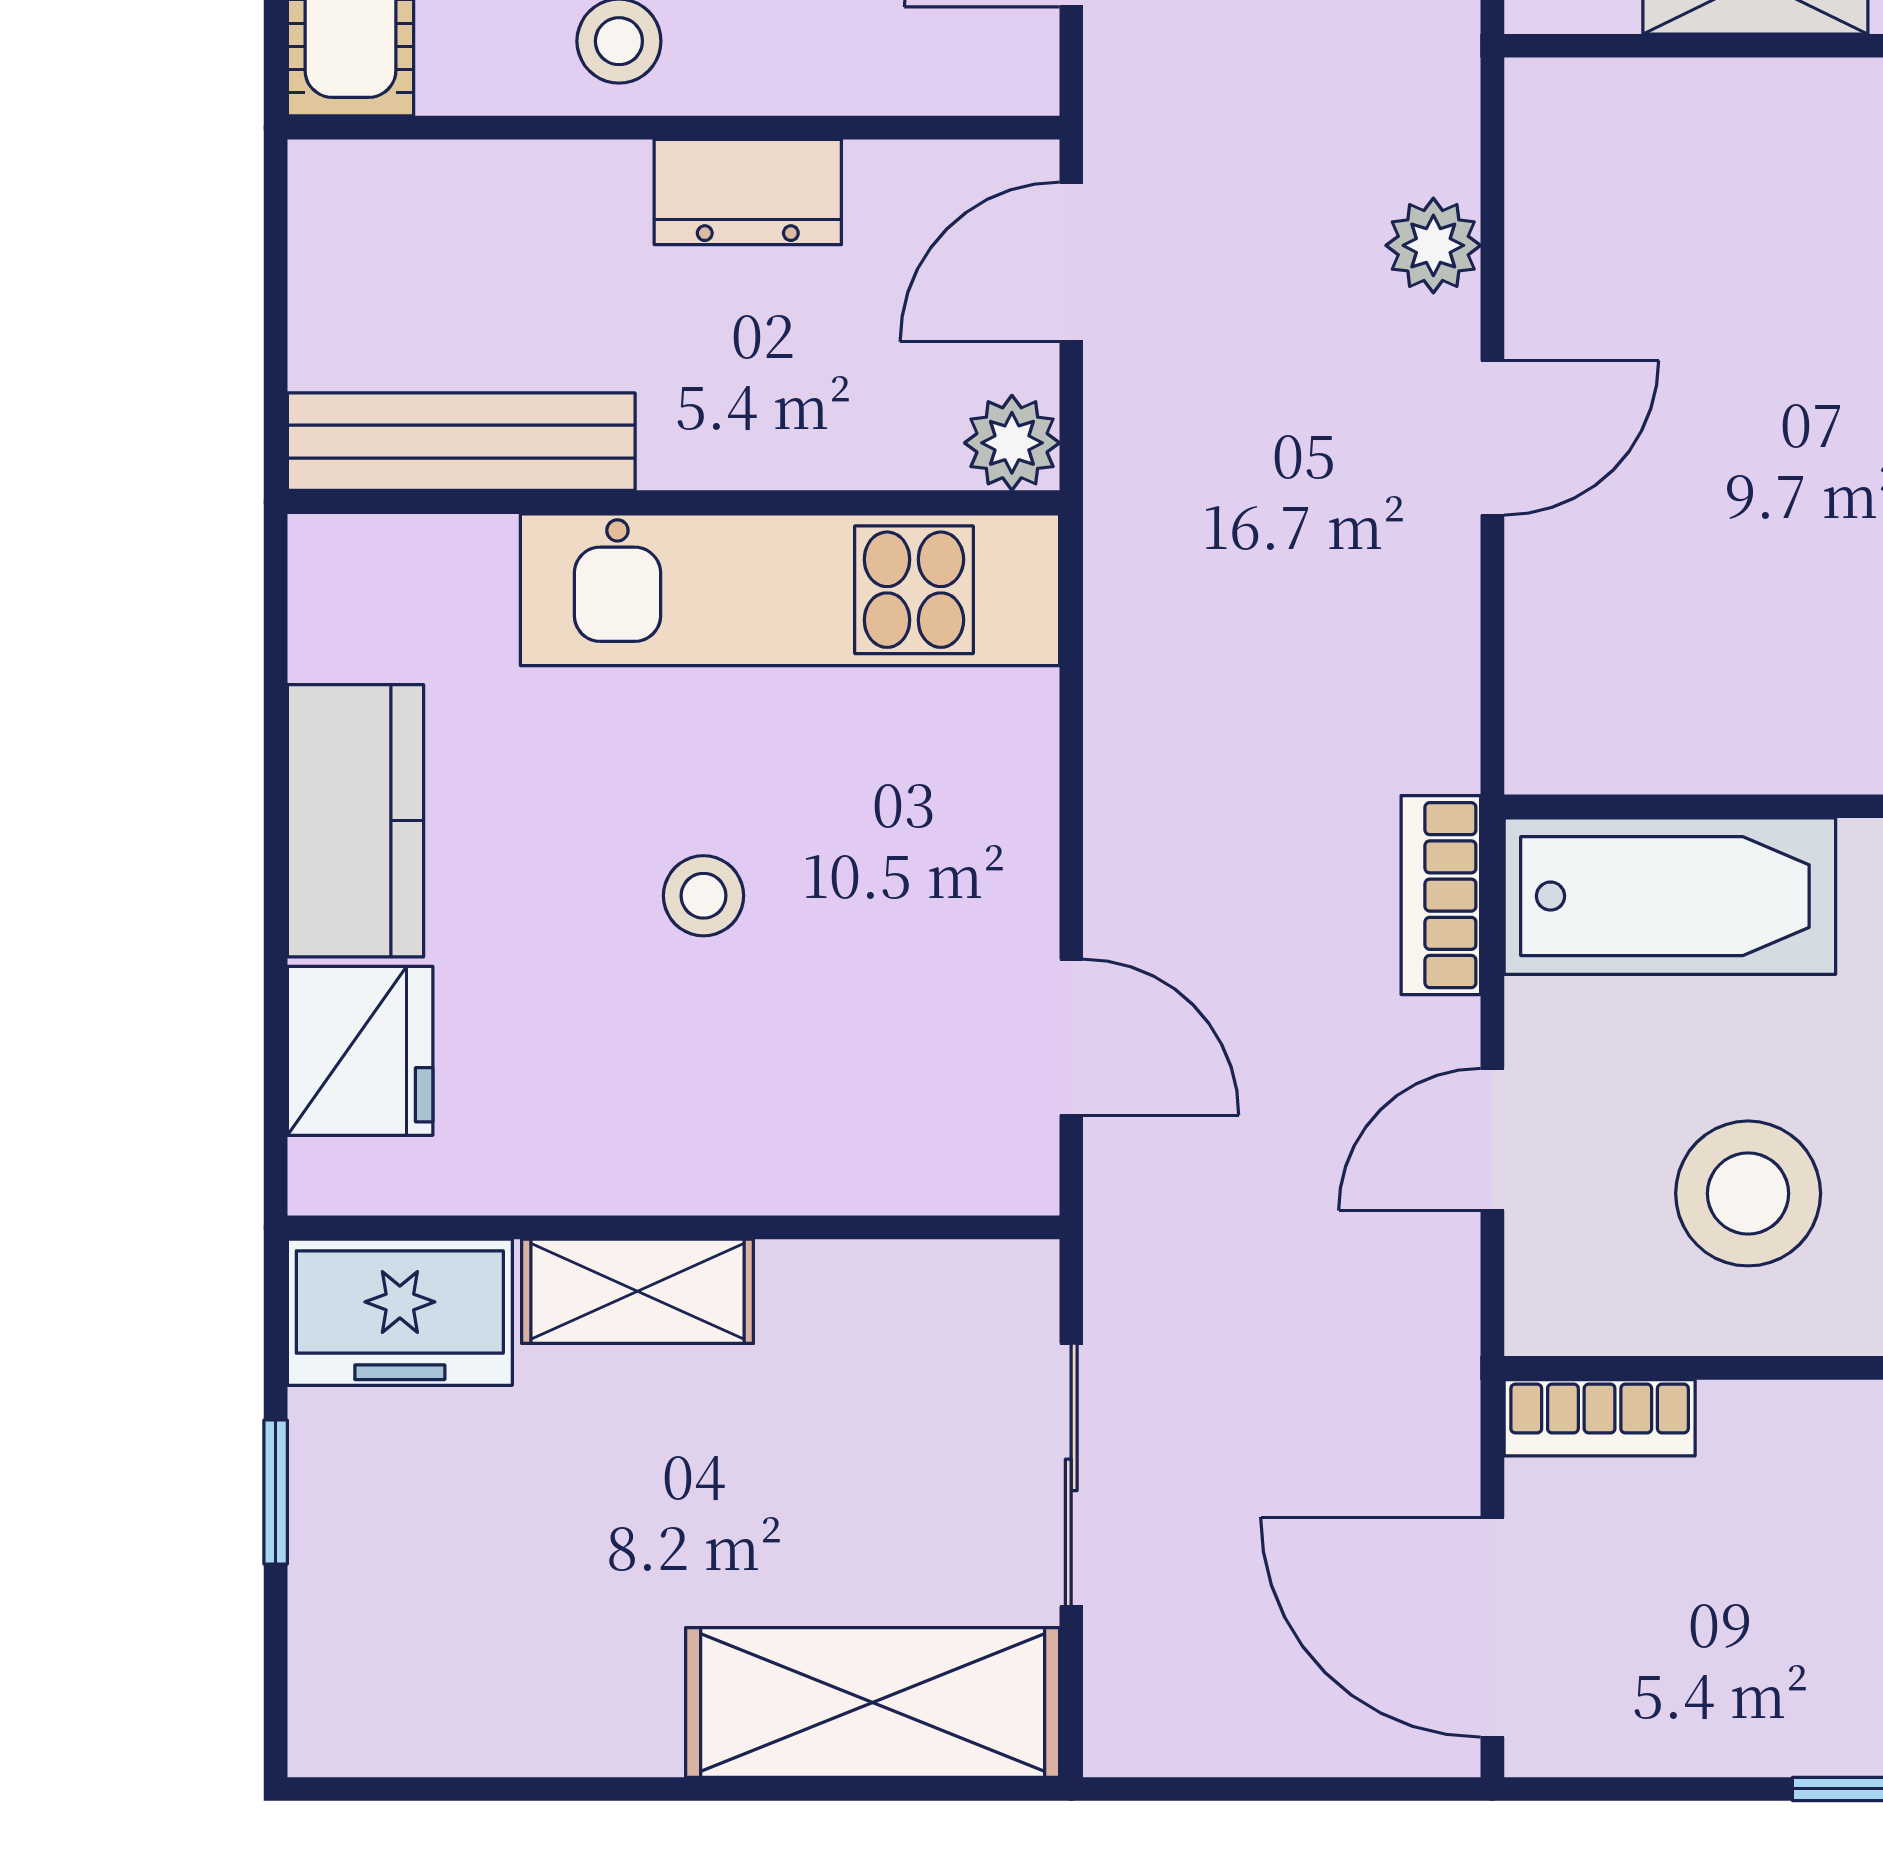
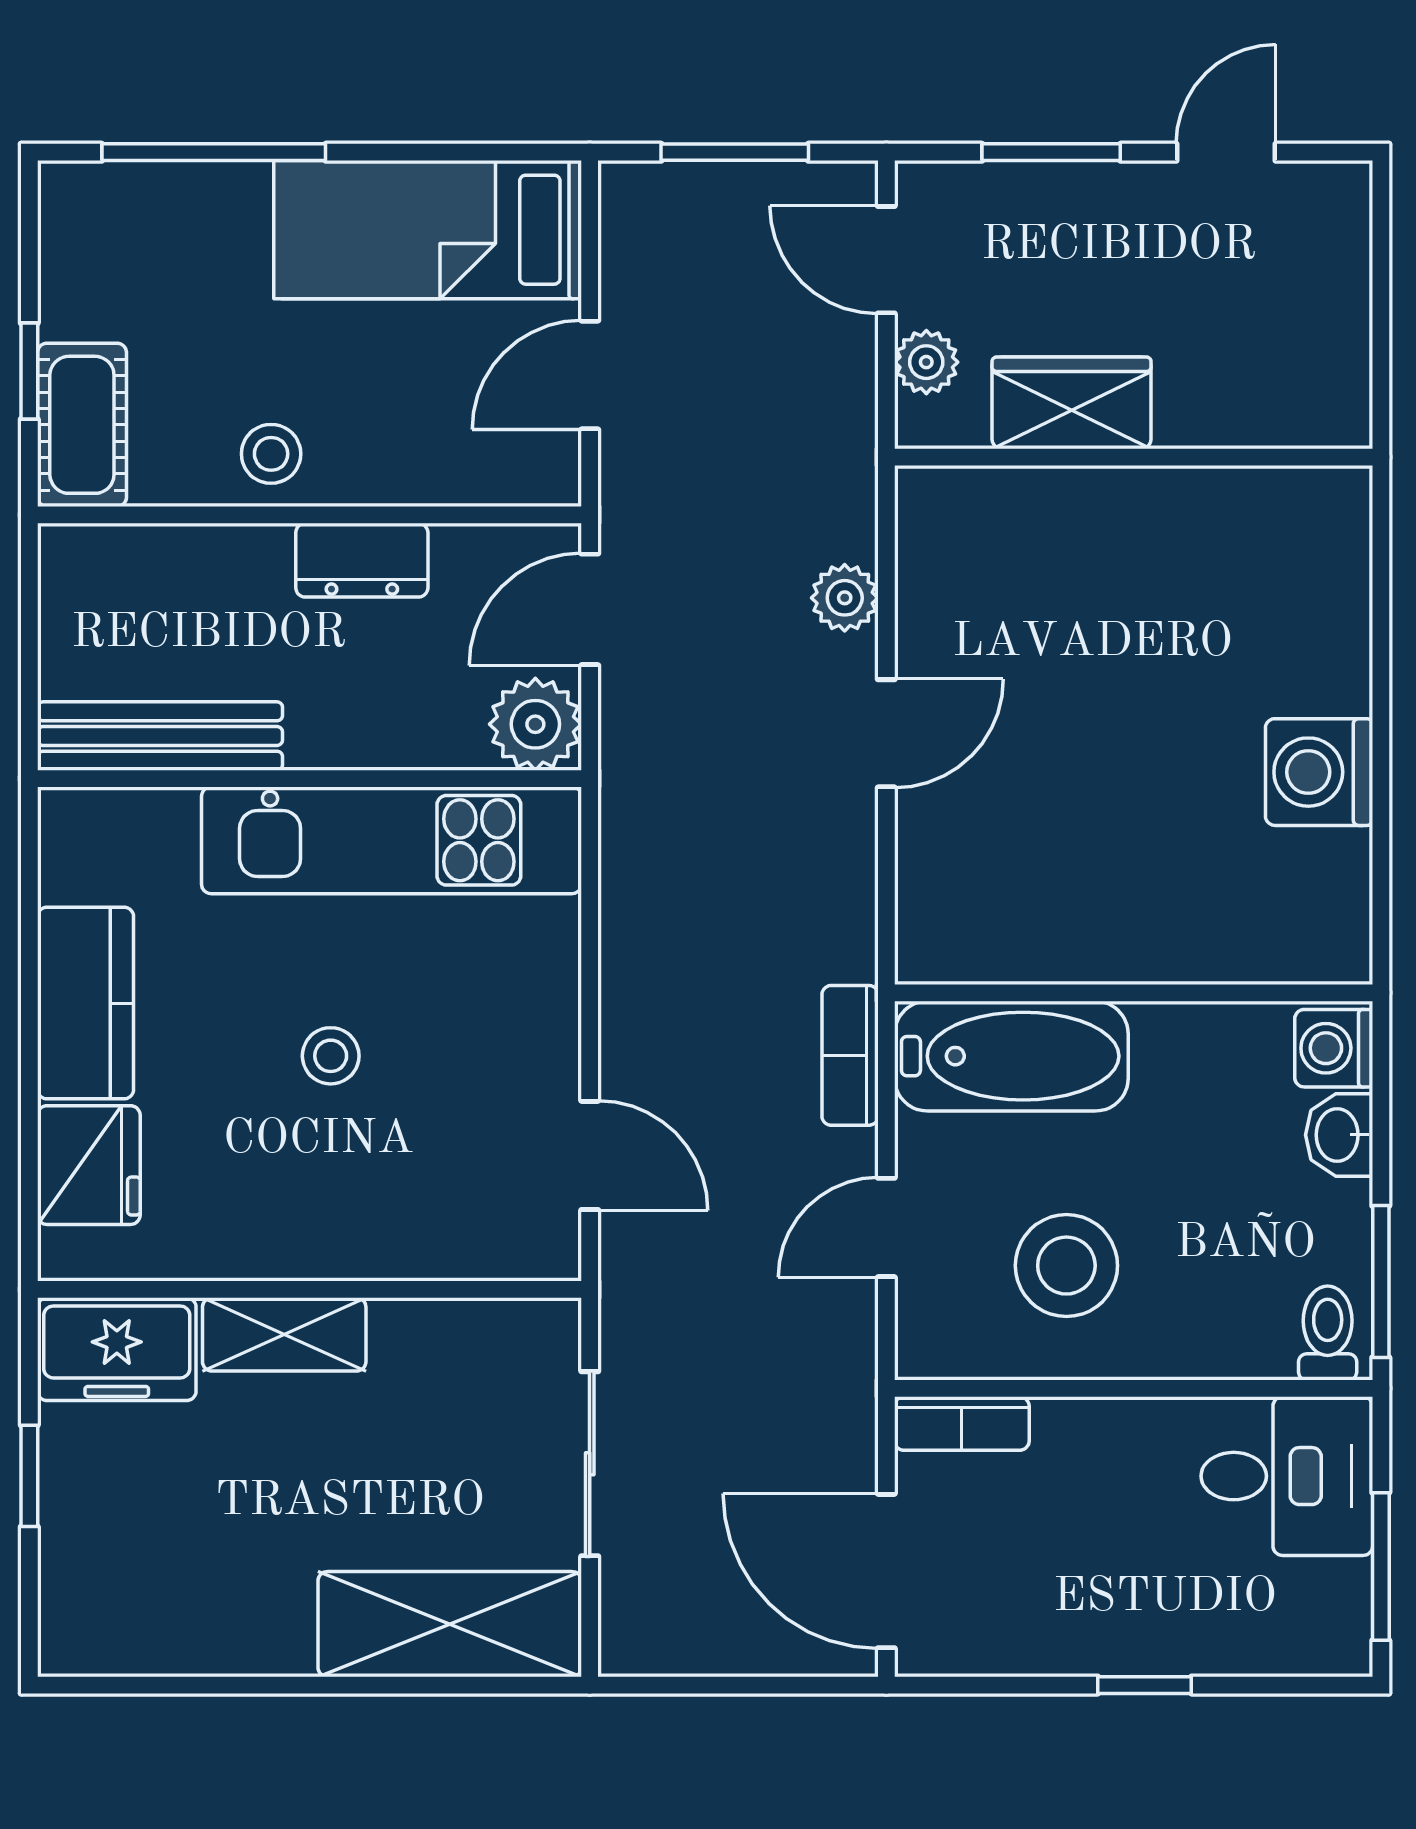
plant: (1012, 443) -> (535, 724), width x1.38, depth x1.38

